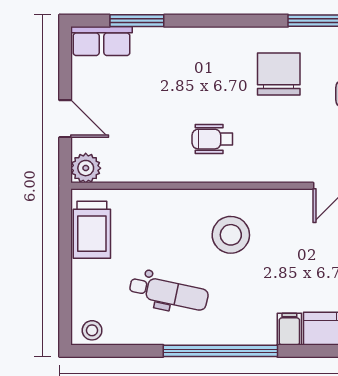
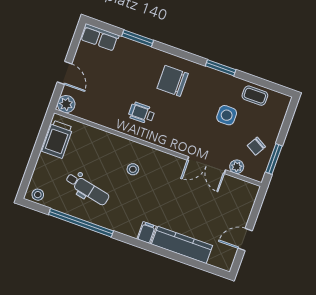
window: (137, 21) -> (138, 38), moved
chair: (279, 74) -> (173, 81), moved, turned -90
stool: (231, 235) -> (133, 169), width x0.53, depth x0.53
window: (220, 351) -> (81, 223), moved

